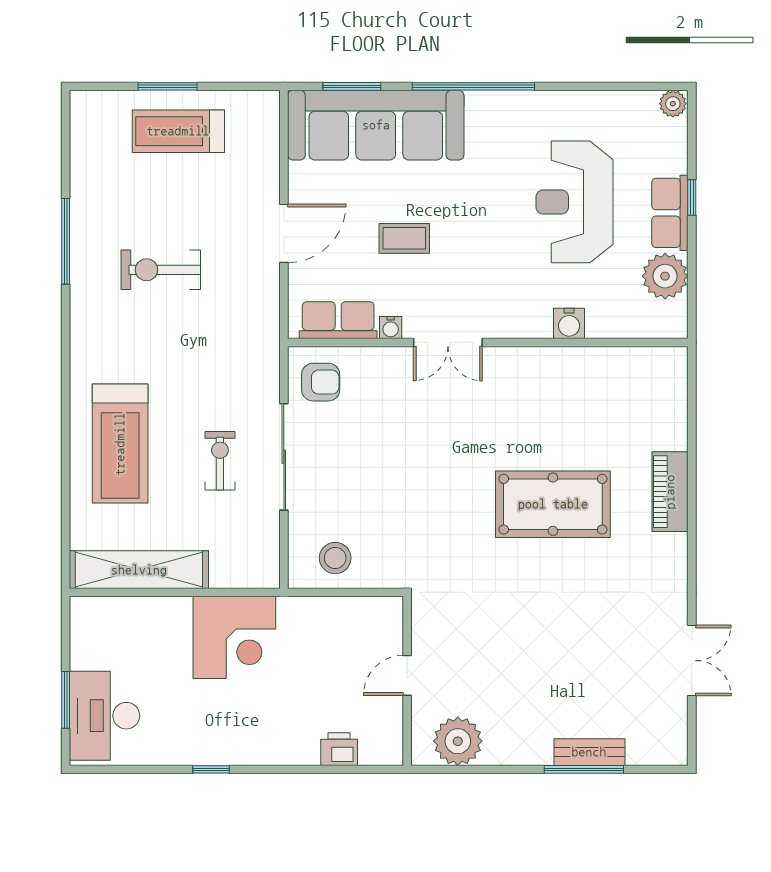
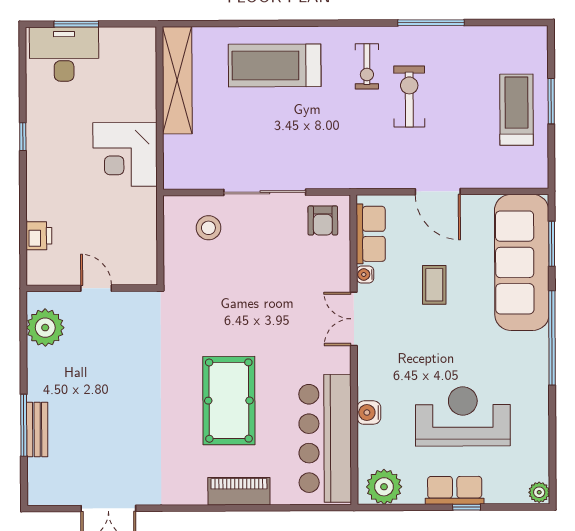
plant: (665, 276) -> (384, 487), moved
bar counter: (602, 380) -> (325, 438), added
exercise bike: (220, 461) -> (367, 66), moved, turned 90
stool: (335, 558) -> (208, 228), moved

